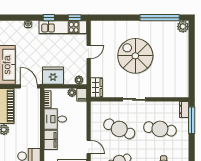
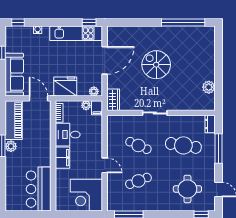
window: (49, 18) -> (18, 22), moved
plant: (183, 27) -> (209, 87), moved
door: (89, 52) -> (105, 60), width x1.88
spiral stairs: (135, 56) -> (156, 65), width x0.73, depth x0.73
window: (192, 120) -> (218, 149), moved
cafe table: (119, 129) -> (138, 145), width x0.73, depth x0.74

